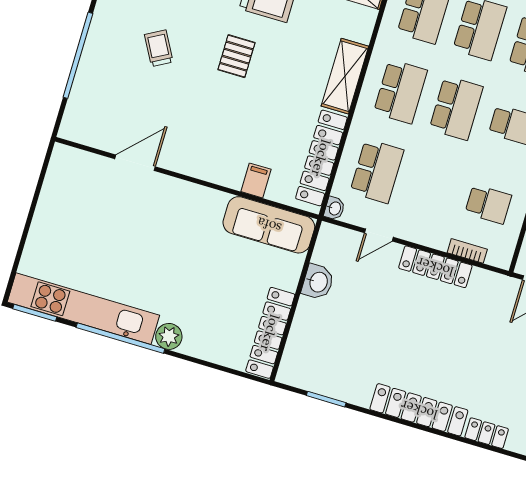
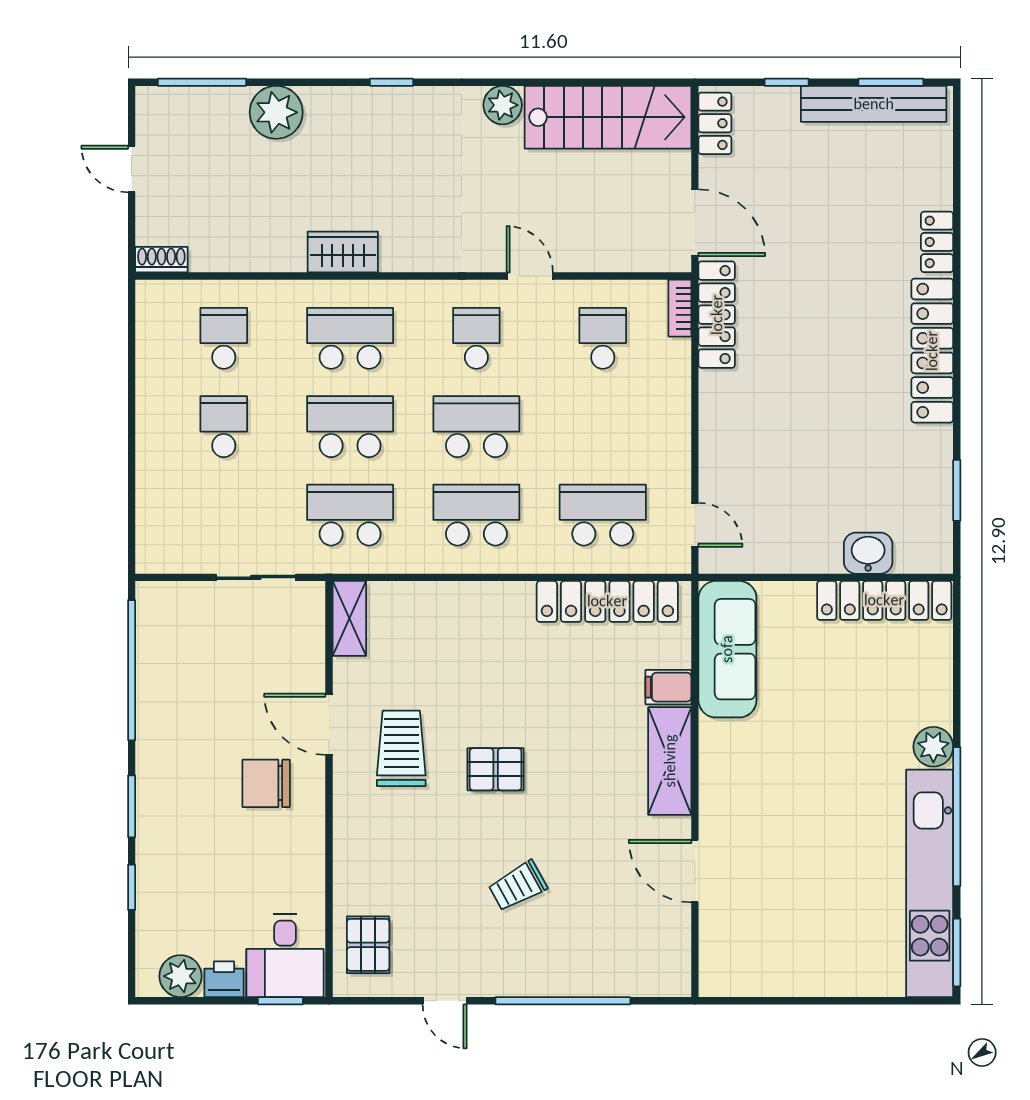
shelving: (345, 76) -> (670, 761), moved, turned 90
washbasin: (334, 208) -> (675, 561), removed
door: (379, 235) -> (695, 525), moved
bookcase: (467, 251) -> (680, 308), moved
locker: (435, 267) -> (717, 315), moved
washbasin: (318, 282) -> (868, 553), moved

